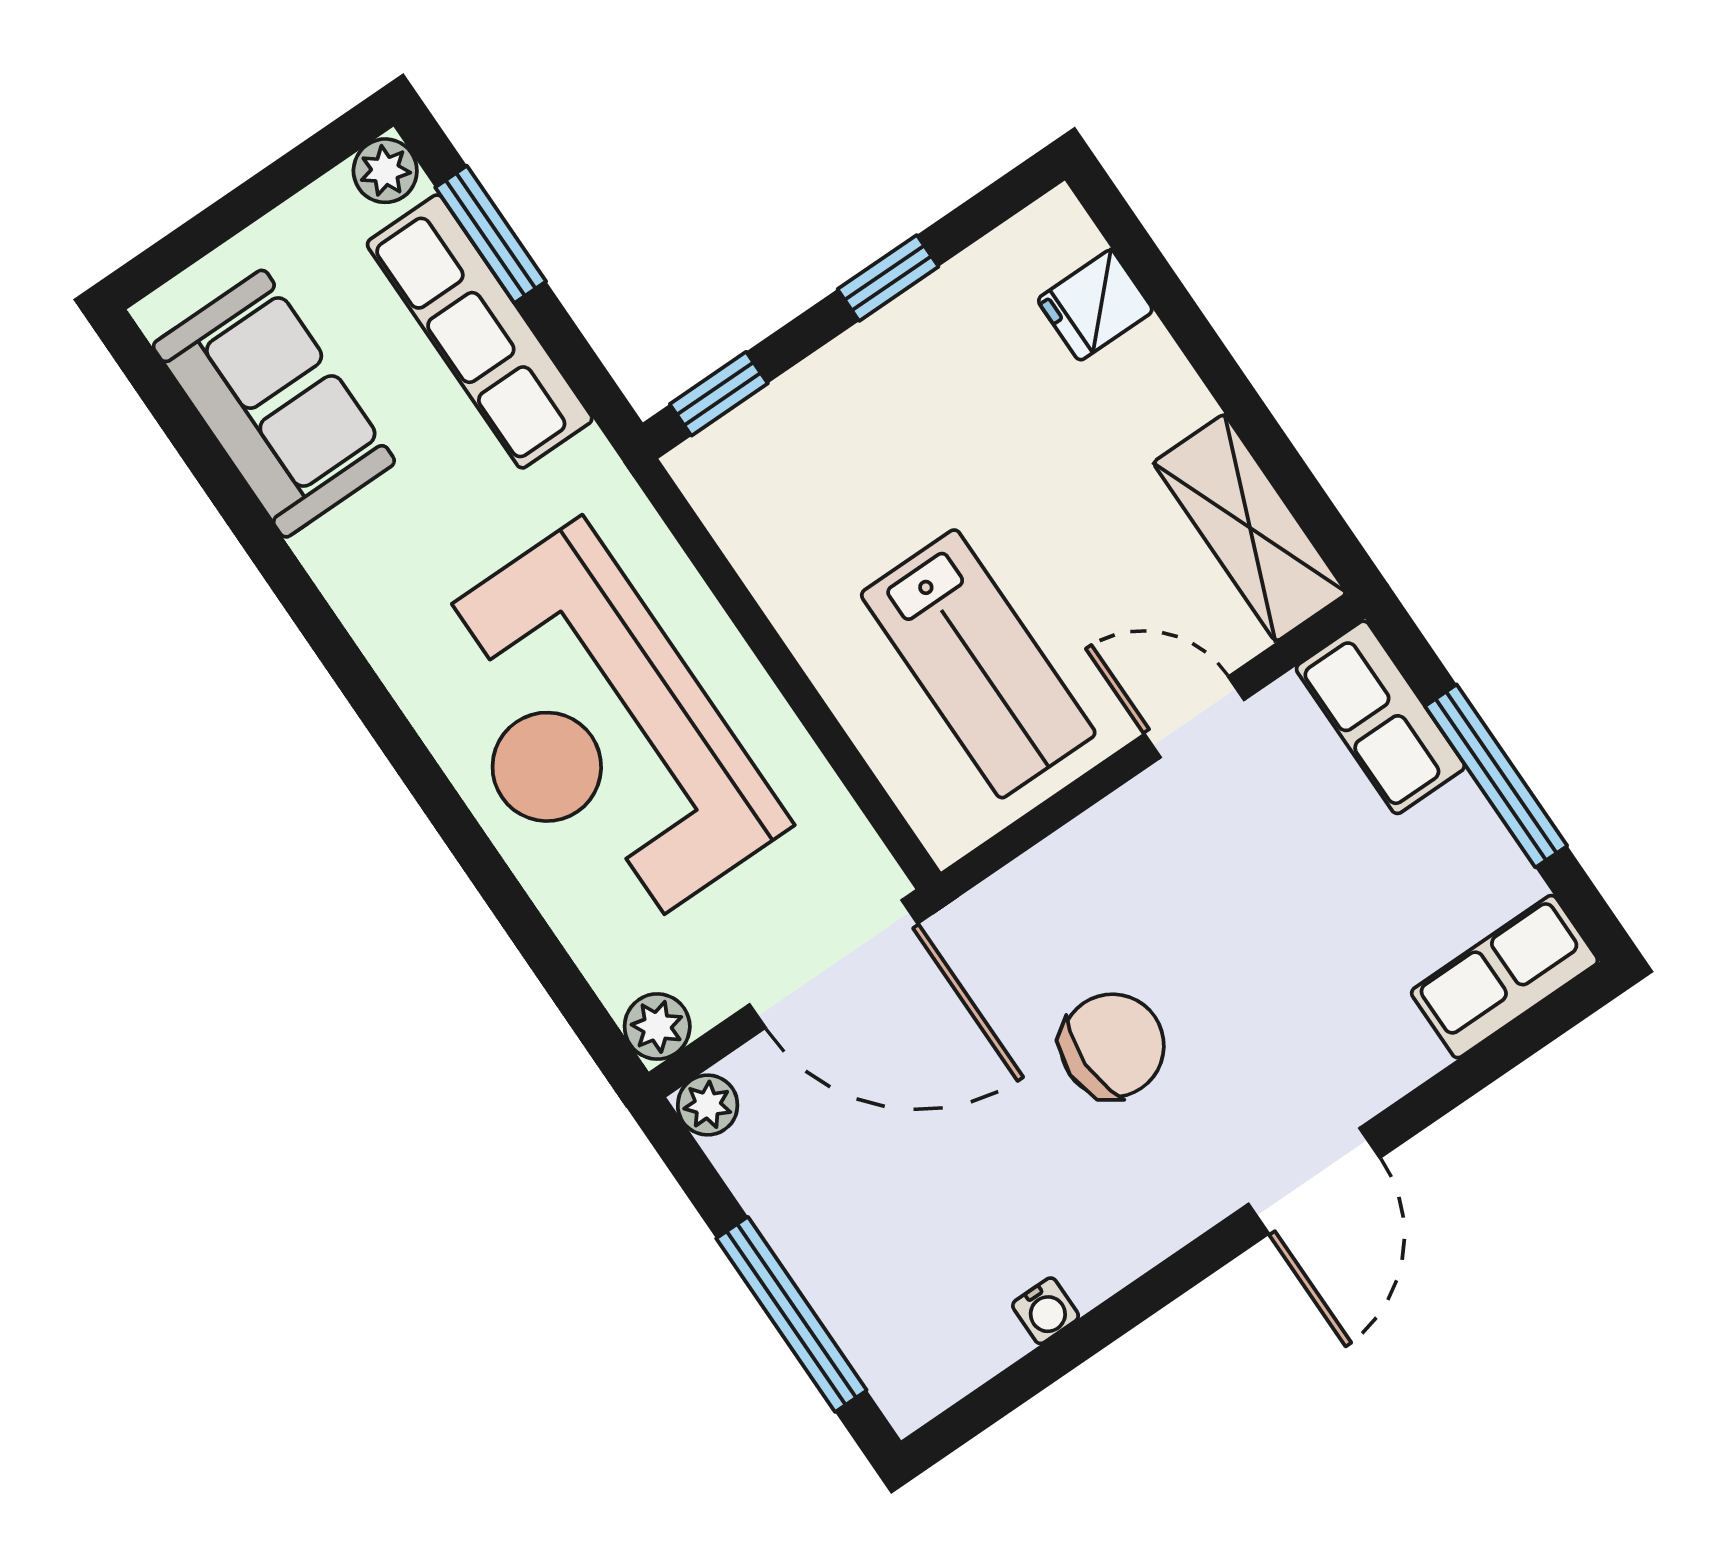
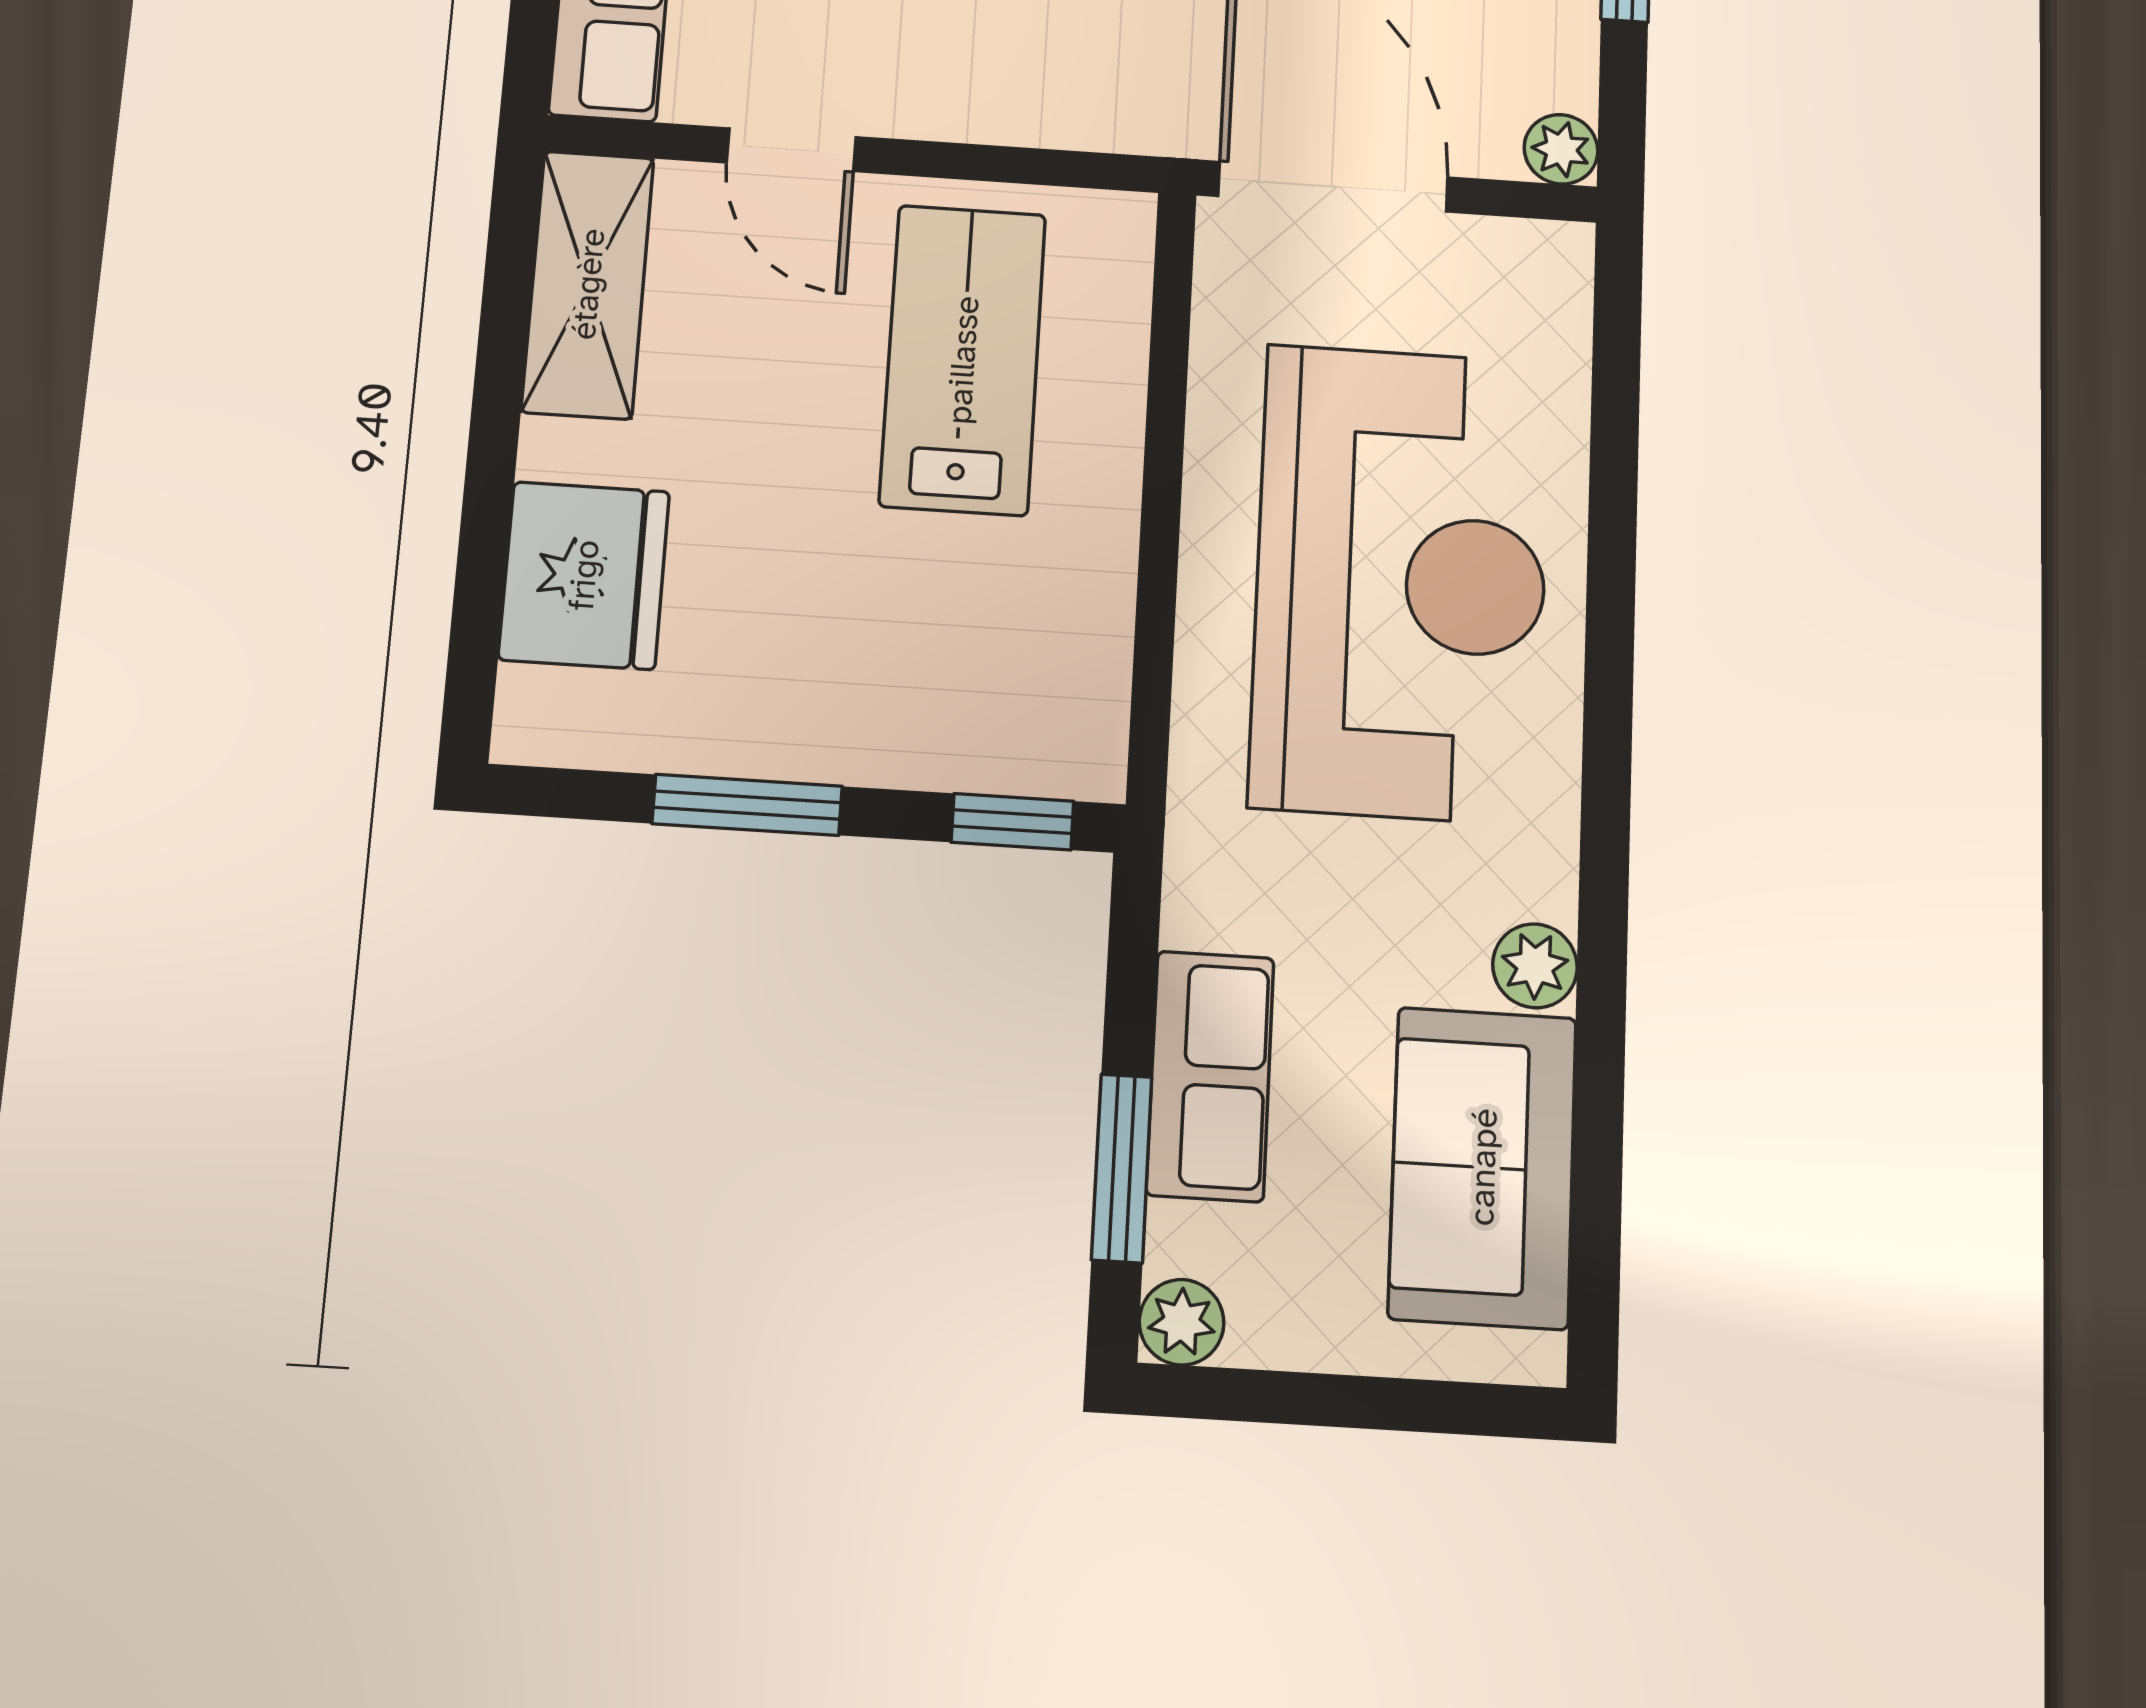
window: (888, 278) -> (747, 805), width x1.50
fridge: (1095, 305) -> (584, 575), width x1.88, depth x1.34
row of seats: (480, 331) -> (1210, 1076), width x0.68
plant: (657, 1027) -> (1535, 966), moved

